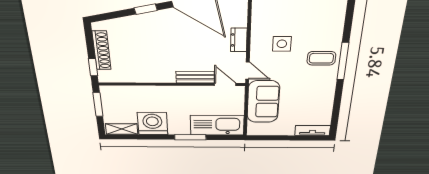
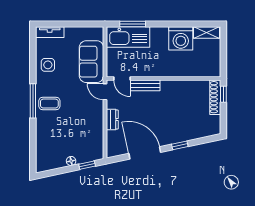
side table: (282, 44) -> (48, 65), moved
shoe rack: (102, 50) -> (215, 97), moved
window: (98, 105) -> (223, 58), removed
window: (190, 137) -> (133, 24), moved

